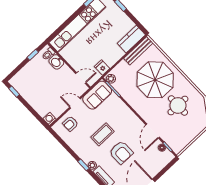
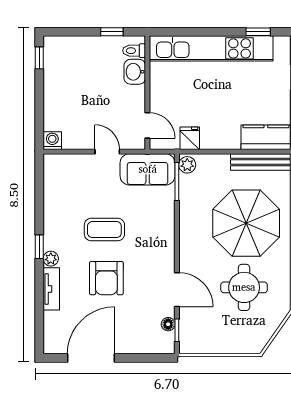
armchair: (70, 124) -> (74, 174), removed
door: (153, 131) -> (177, 290), swing flipped

